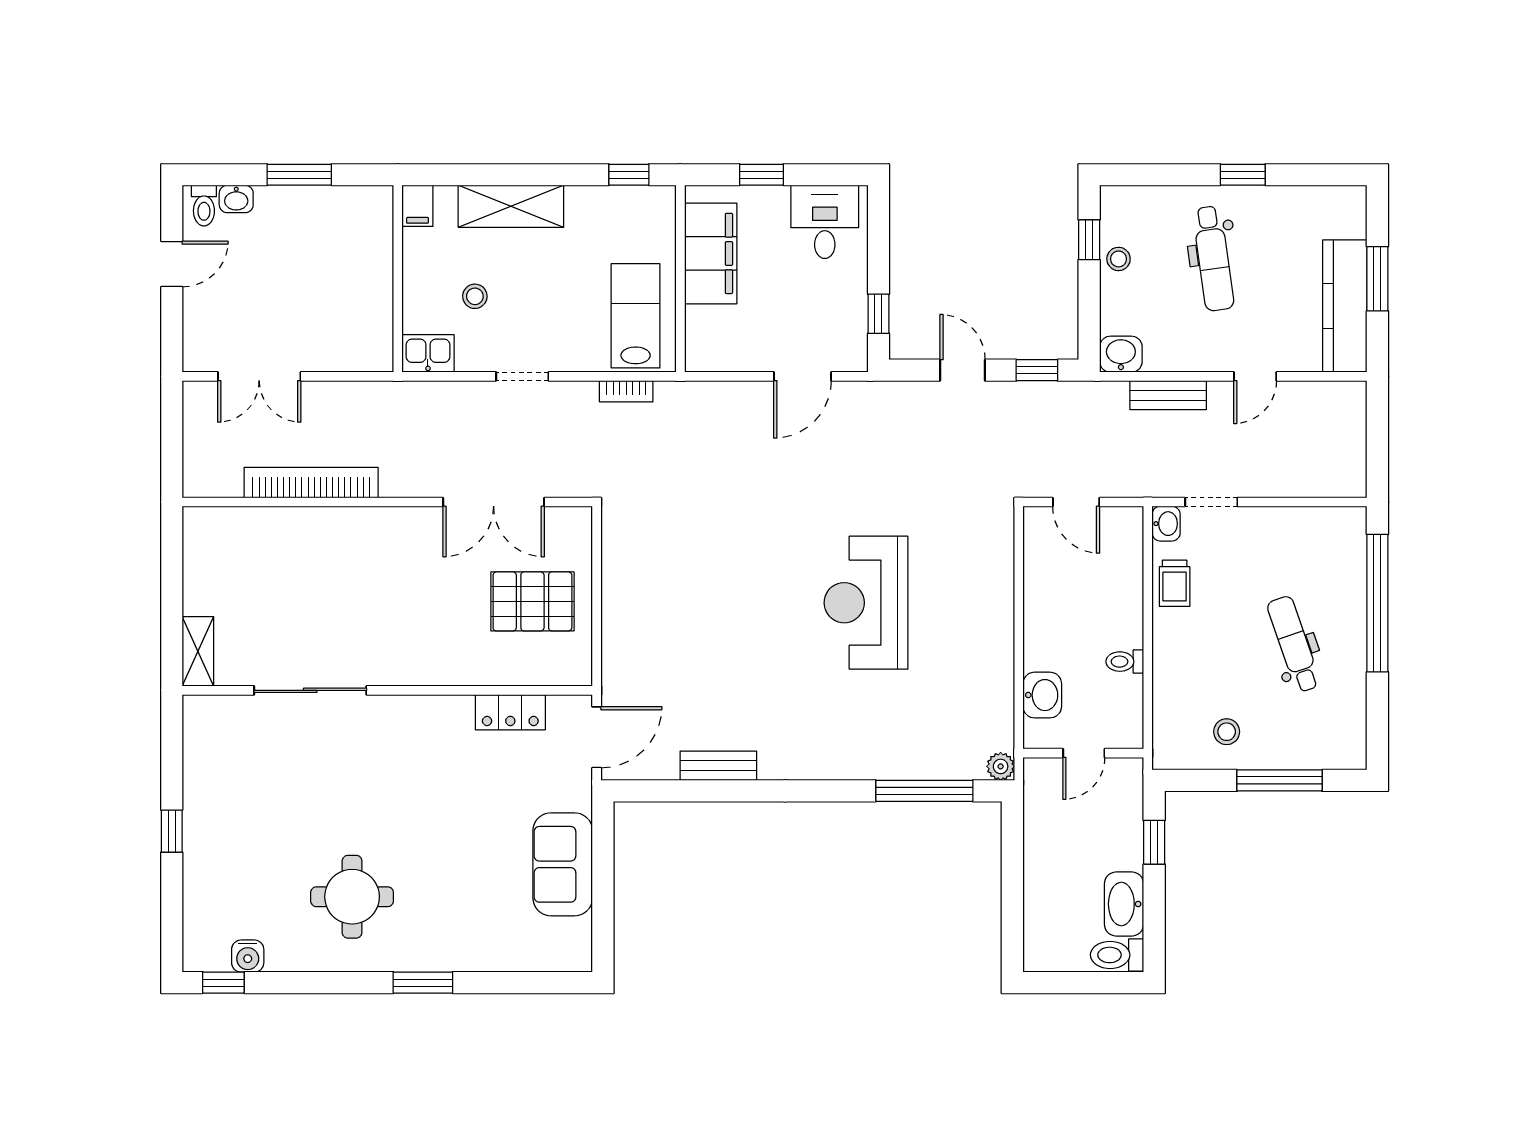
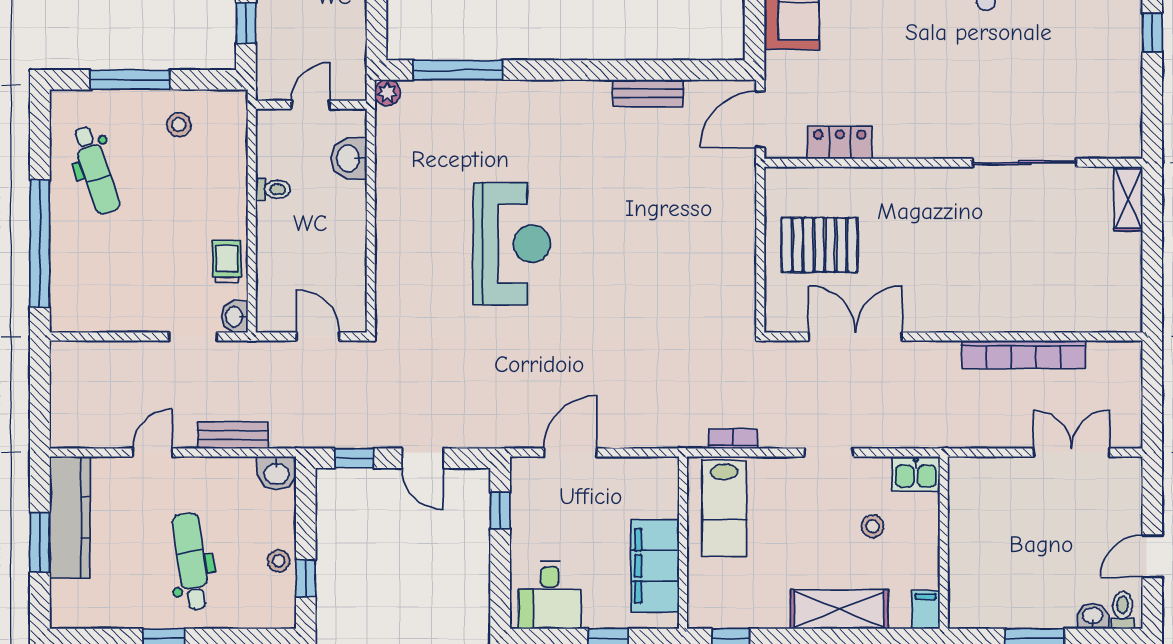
dental chair: (1294, 644) -> (96, 170), moved

